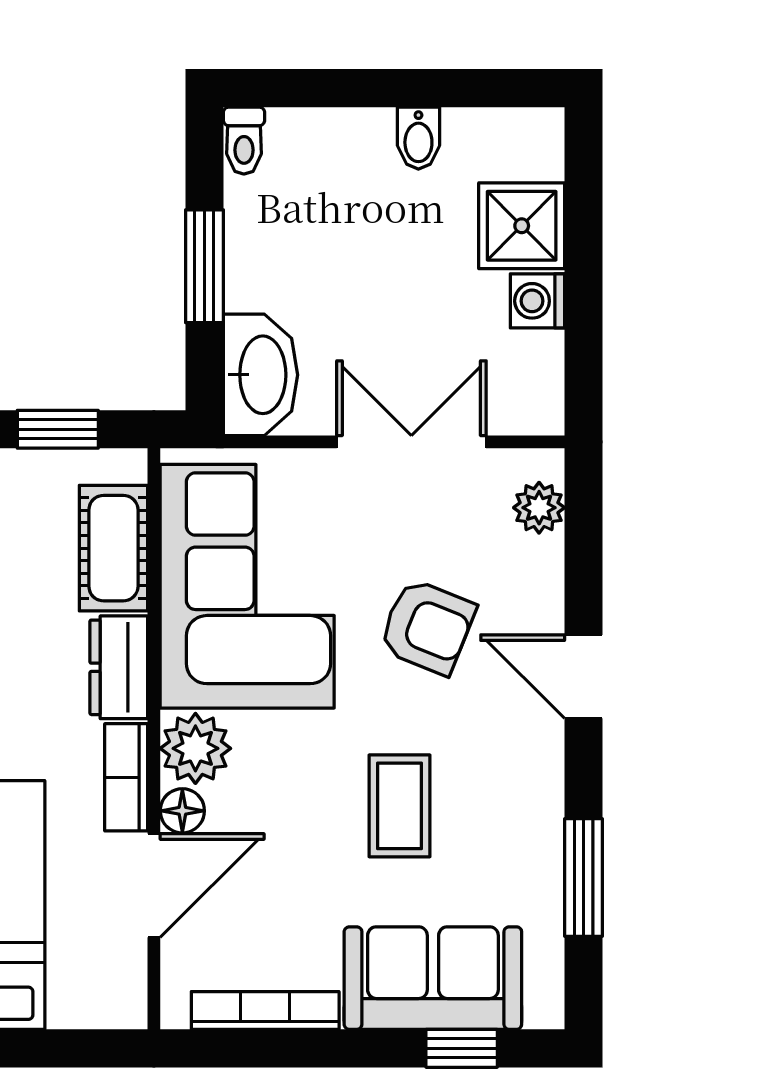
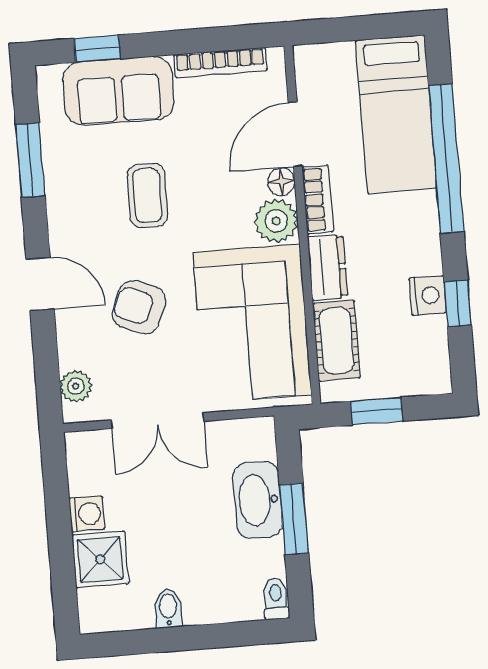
washbasin: (261, 375) -> (258, 500), moved

